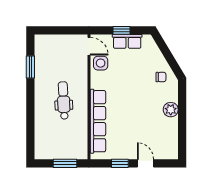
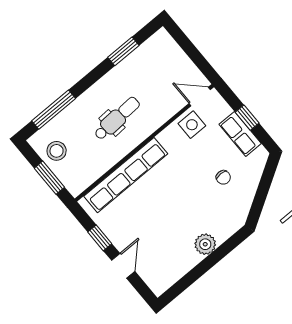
door: (89, 46) -> (200, 97), swing flipped
chair: (161, 77) -> (223, 177), moved
window: (30, 131) -> (54, 110), added
stool: (54, 147) -> (57, 151), added

